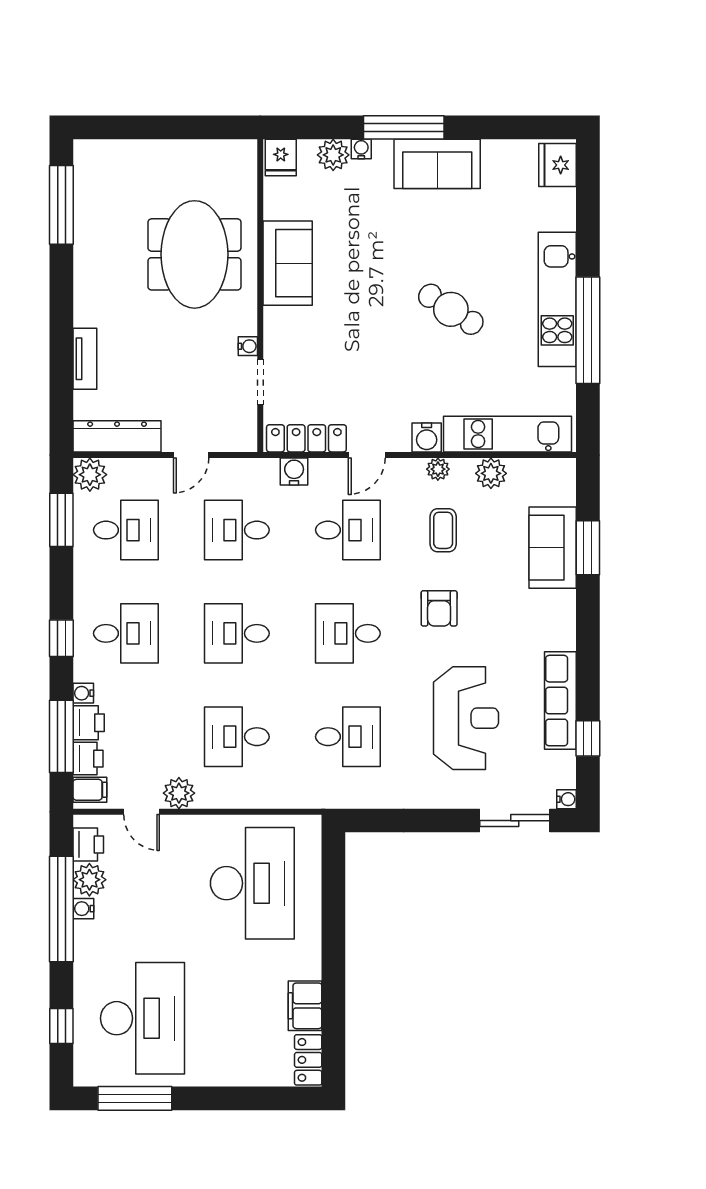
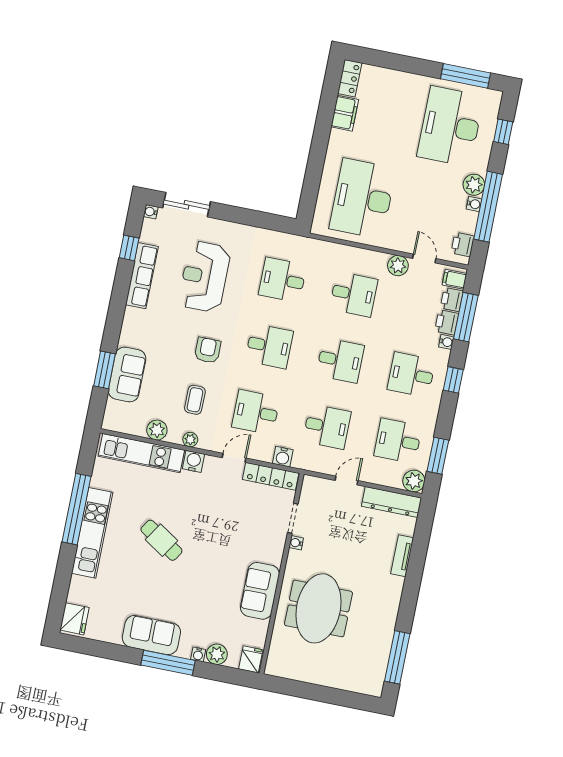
plant: (89, 880) -> (474, 185), moved

